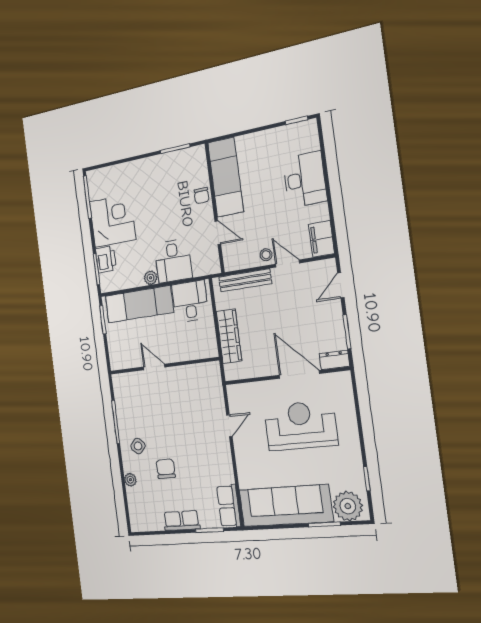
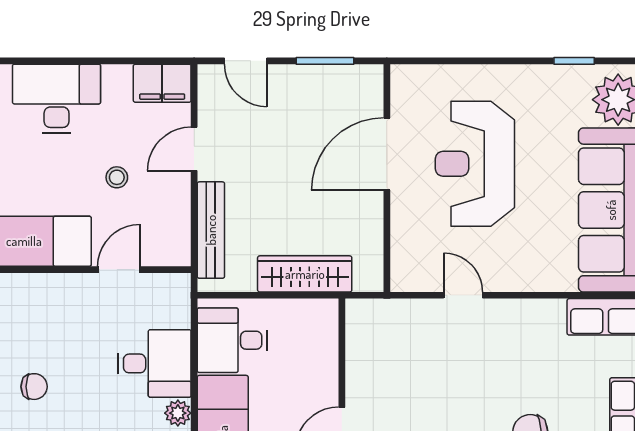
chair: (202, 196) -> (34, 387), moved
stool: (266, 255) -> (117, 177), moved
dresser: (334, 360) -> (370, 89), removed

